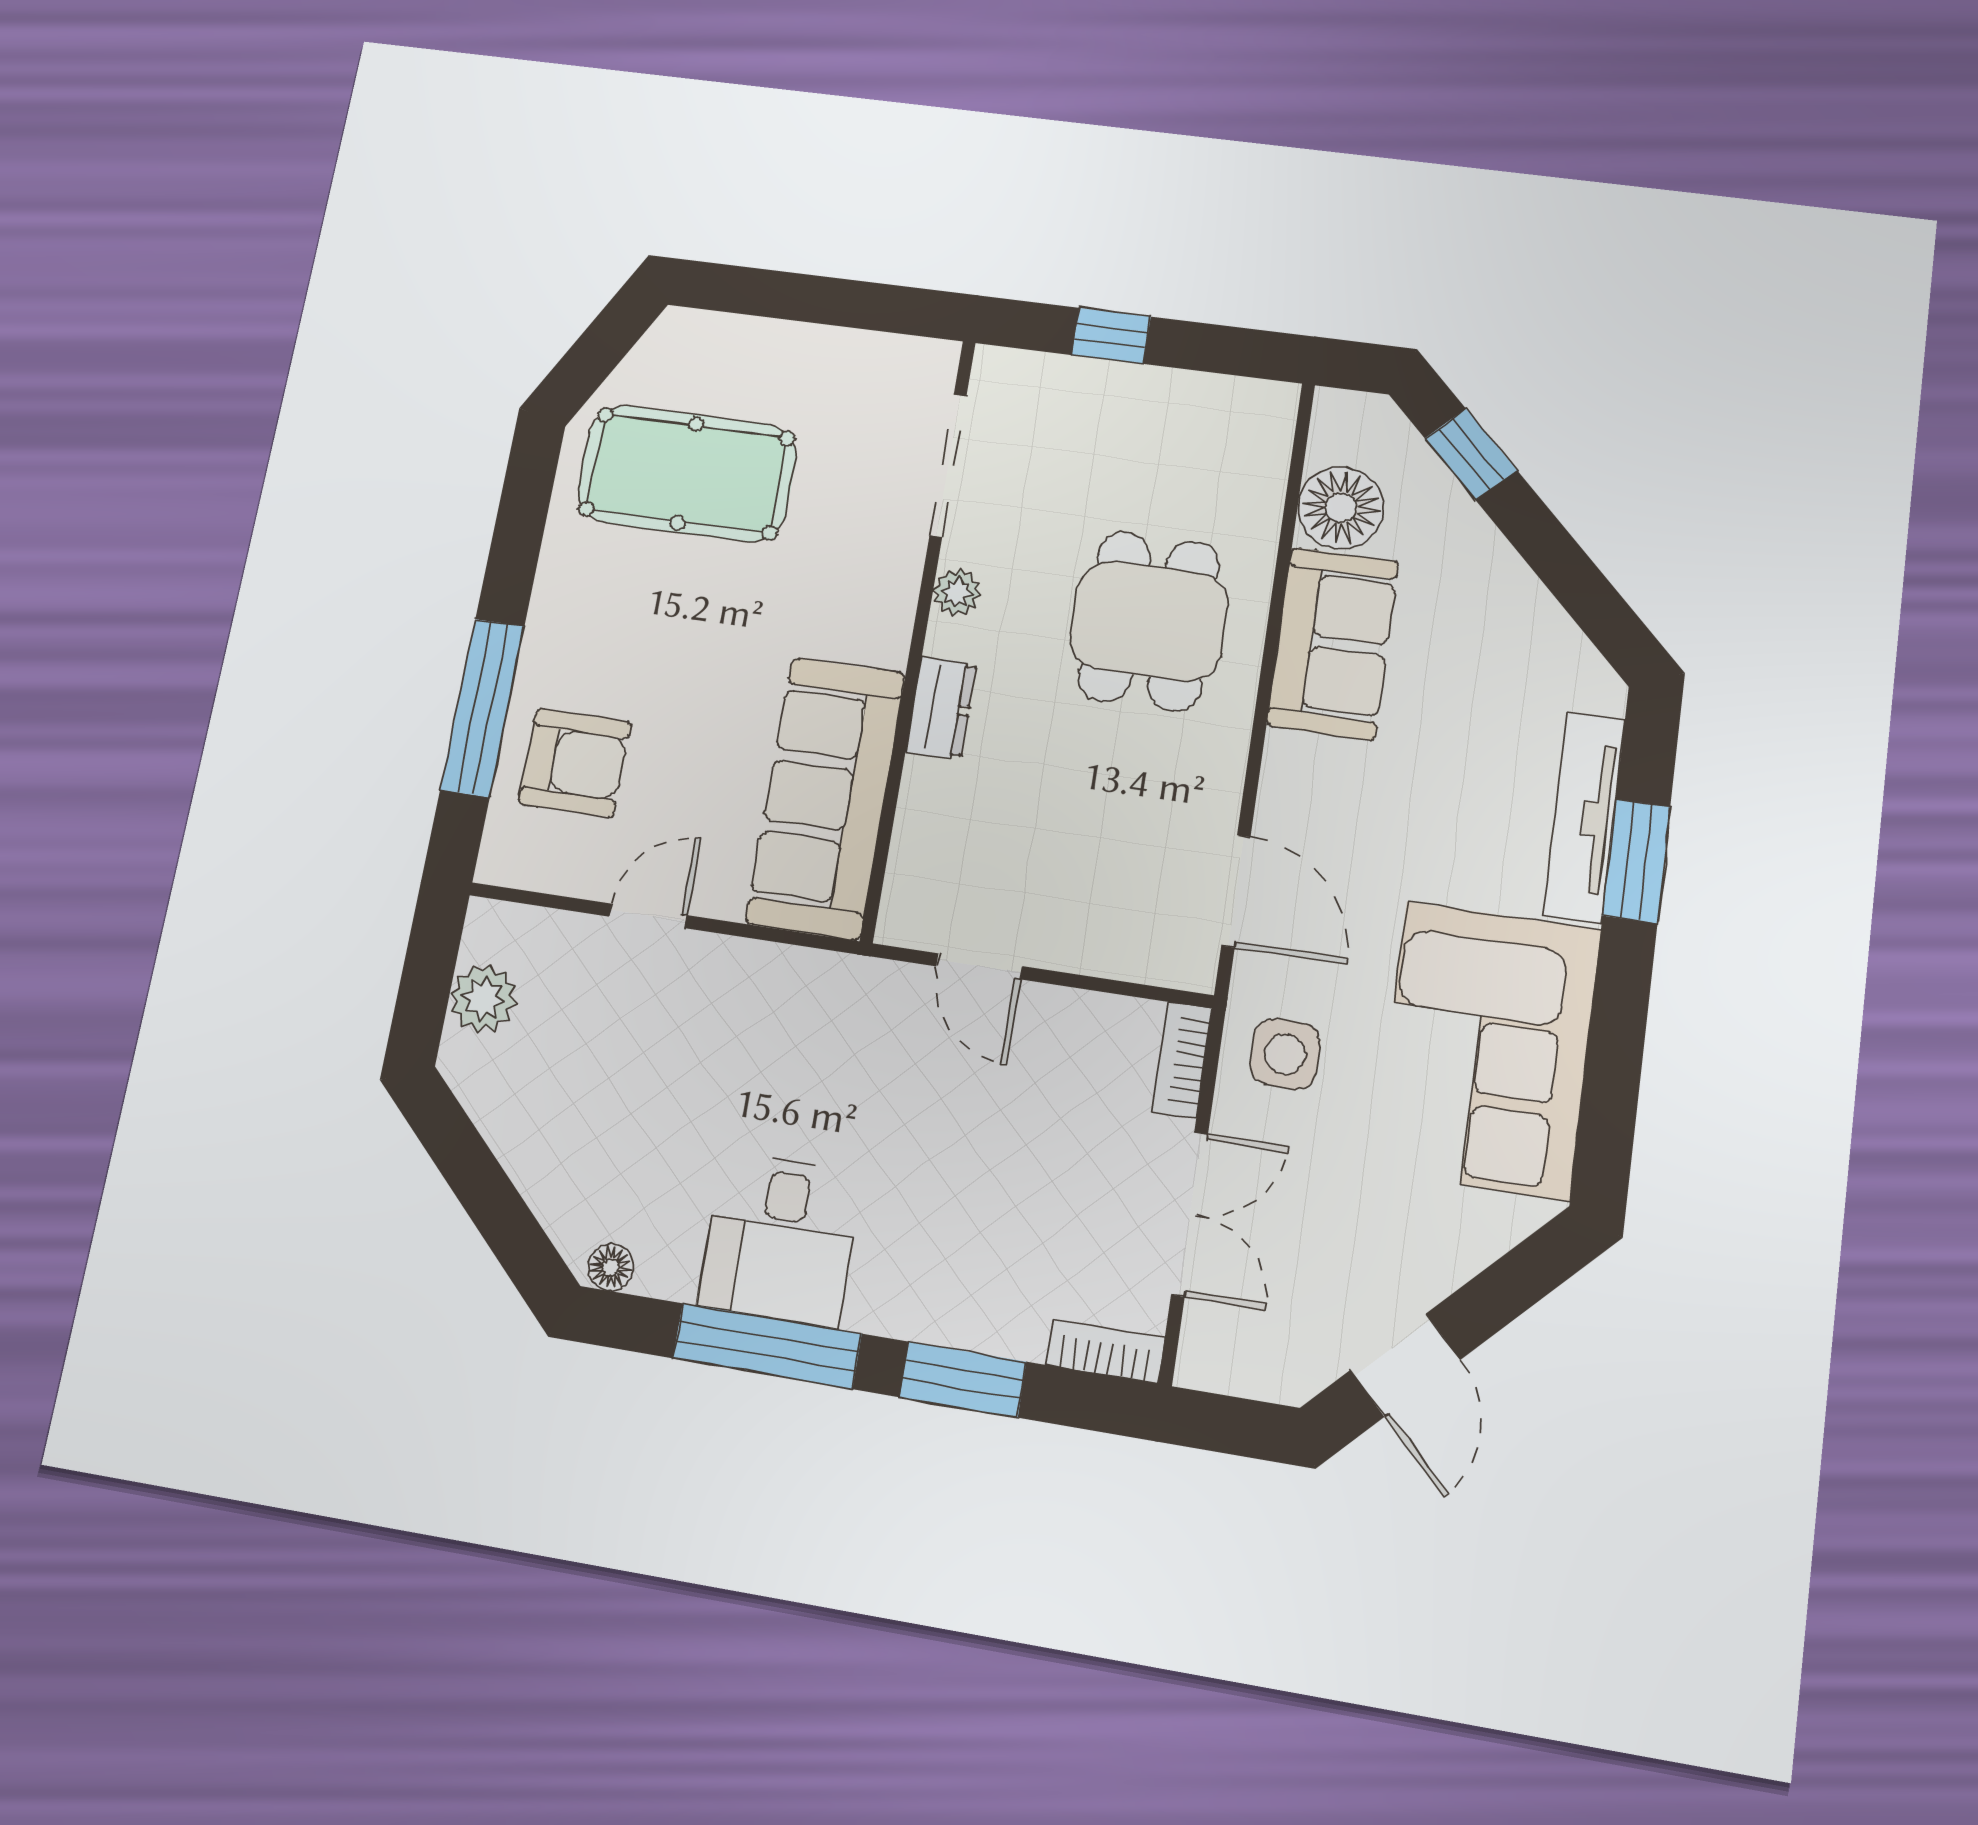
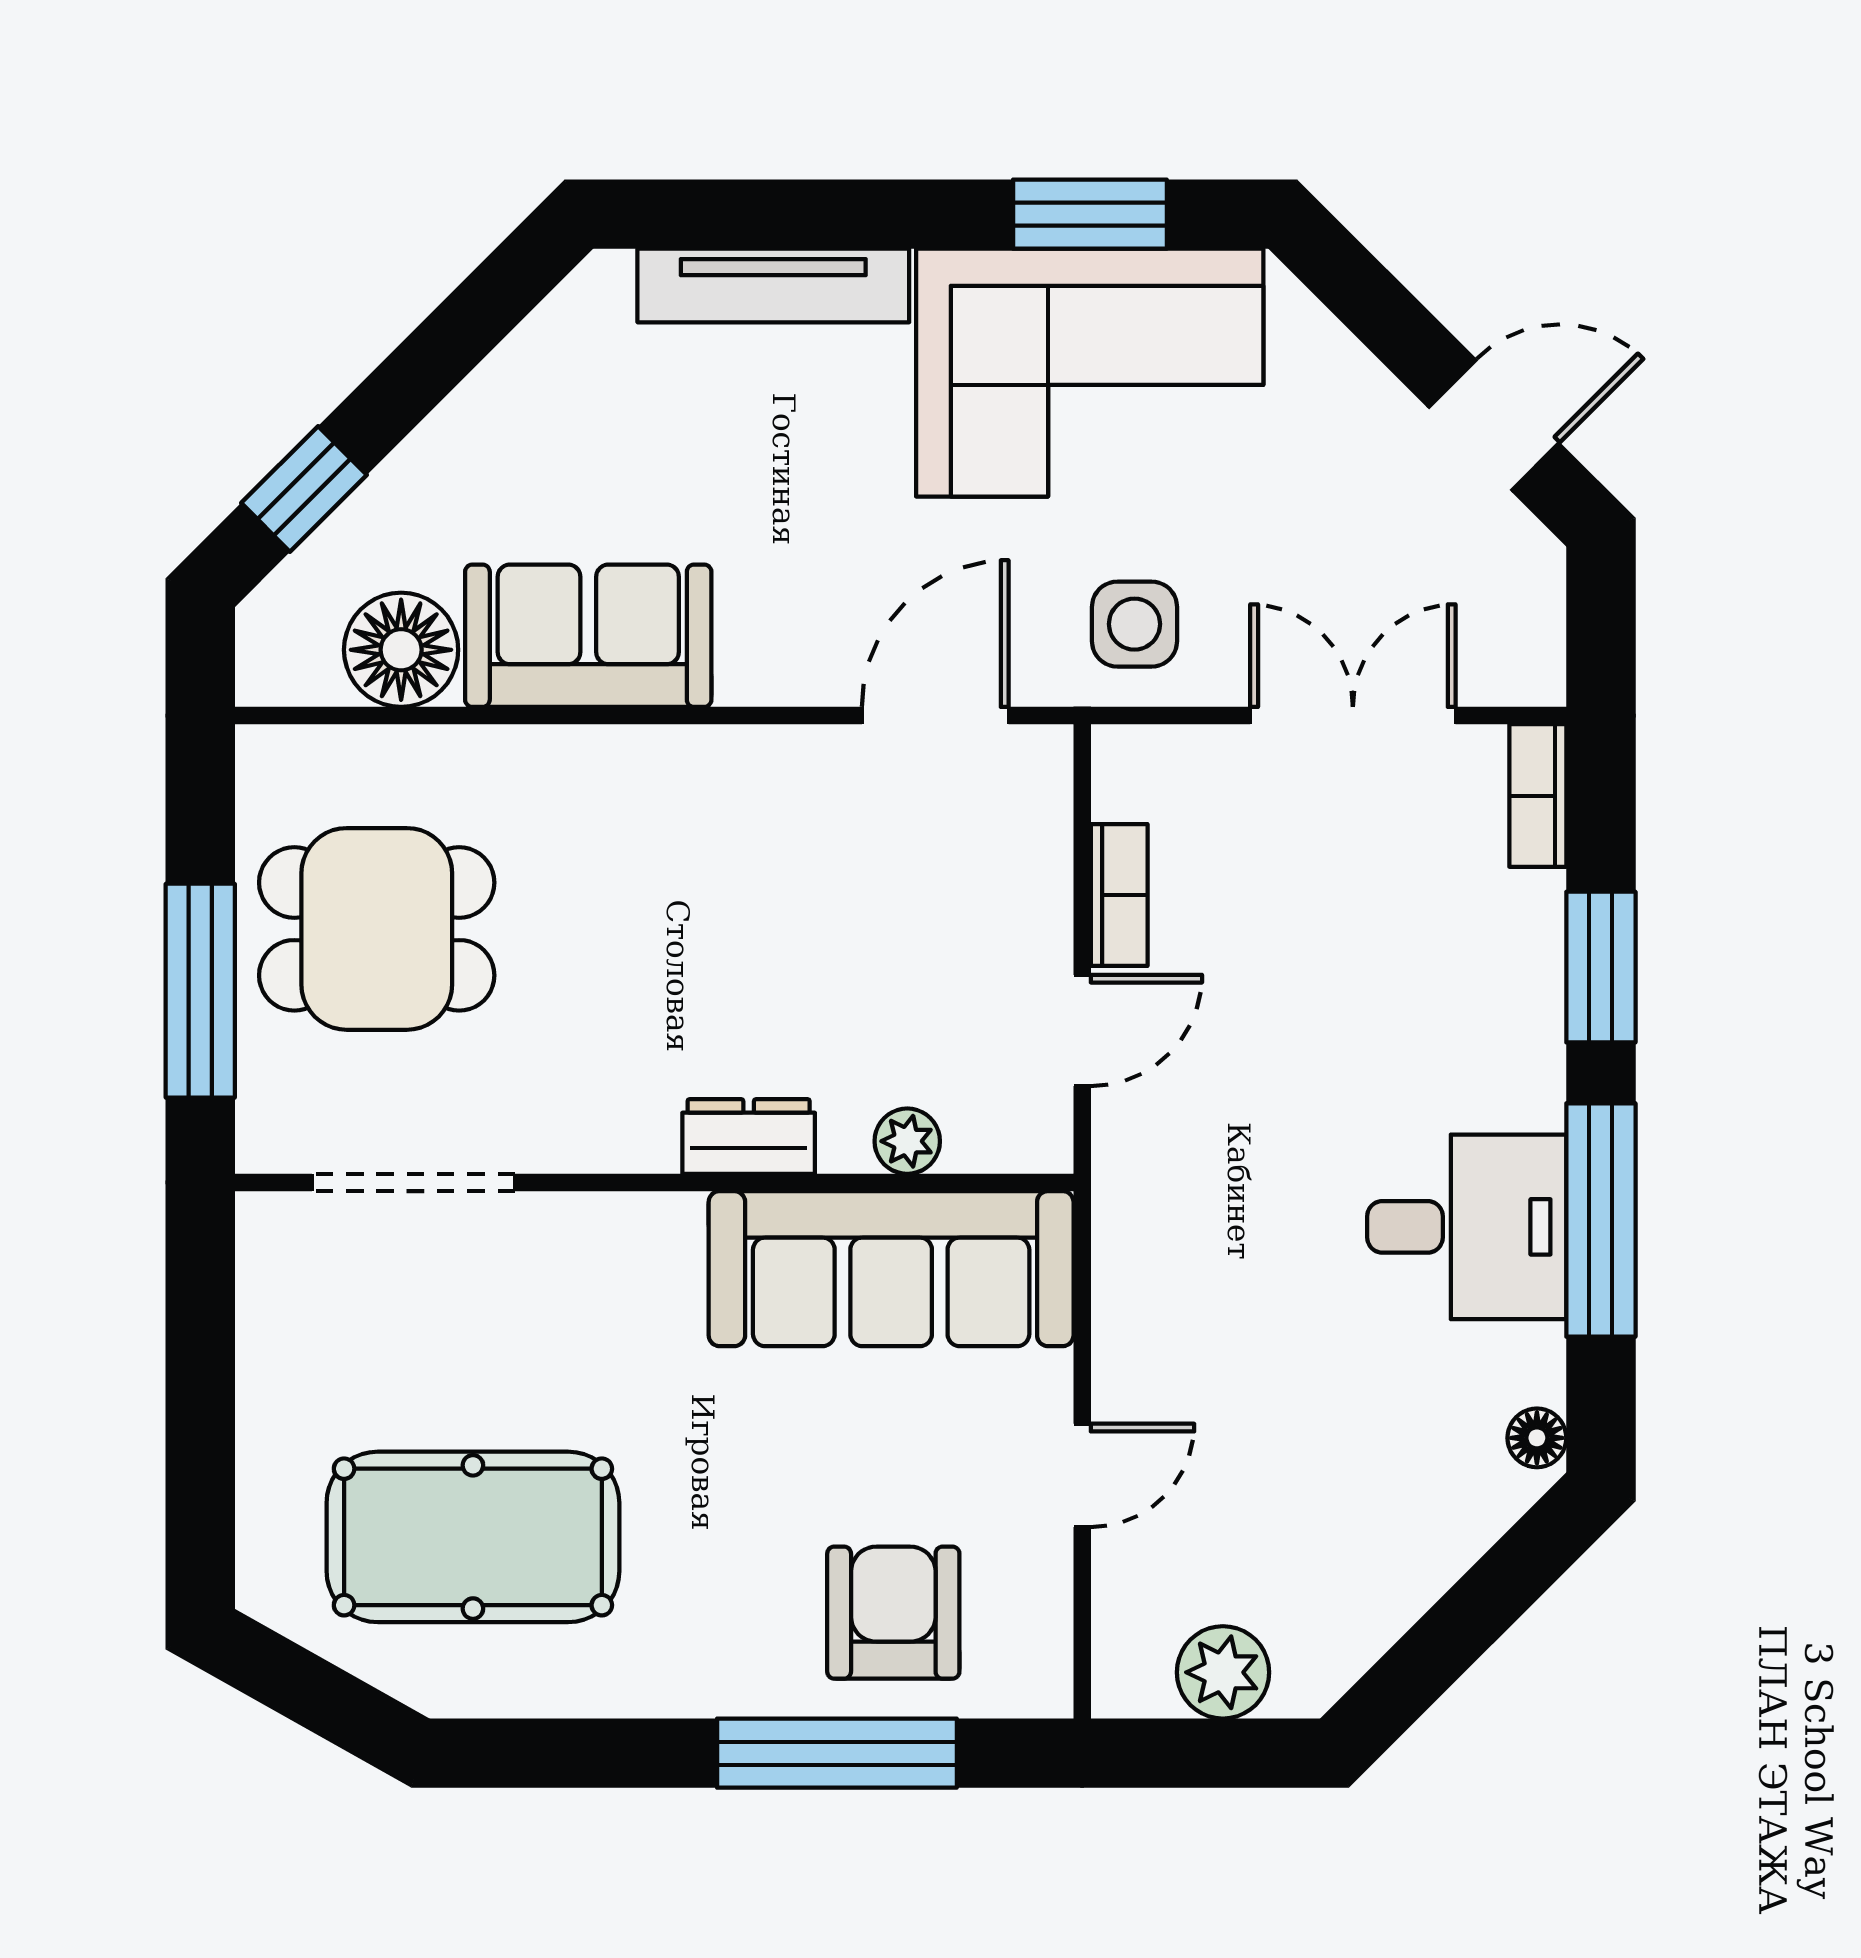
window: (1111, 336) -> (200, 991), width x2.17
pool table: (687, 473) -> (473, 1537), turned 90
plant: (957, 592) -> (907, 1141), moved
dining table: (1149, 621) -> (377, 929), moved
window: (1637, 861) -> (1090, 214), moved
door: (648, 916) -> (1082, 1475), swing flipped
bookcase: (1182, 1060) -> (1119, 895), moved, turned -90

